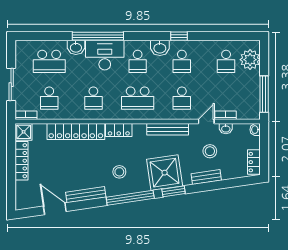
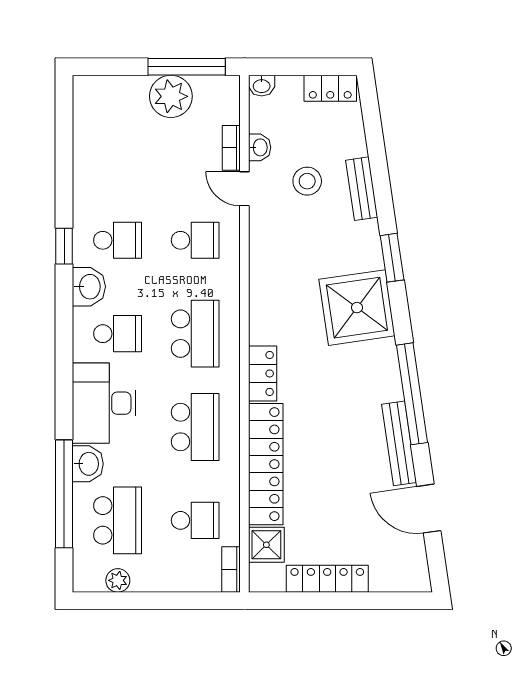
window: (98, 36) -> (64, 494), moved
plant: (250, 60) -> (171, 96), moved
school desk: (226, 61) -> (118, 147), removed
plant: (21, 62) -> (118, 580), added
sliding door: (11, 85) -> (166, 601), removed
school desk: (93, 98) -> (195, 427), width x1.85
bench: (168, 129) -> (261, 270), removed
shower: (24, 132) -> (266, 545), moved
stool: (119, 172) -> (351, 372), removed
shower: (165, 173) -> (357, 308), moved
window: (130, 198) -> (412, 394), moved
door: (55, 209) -> (429, 509), hinge flipped

